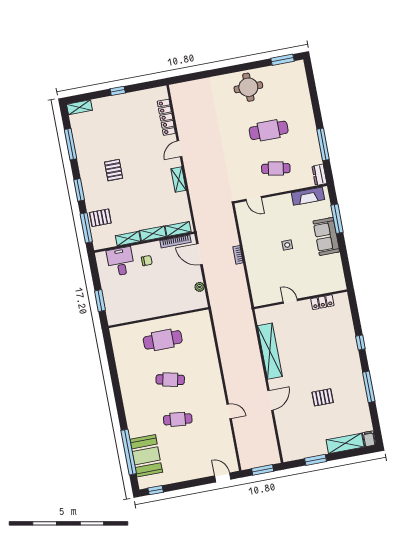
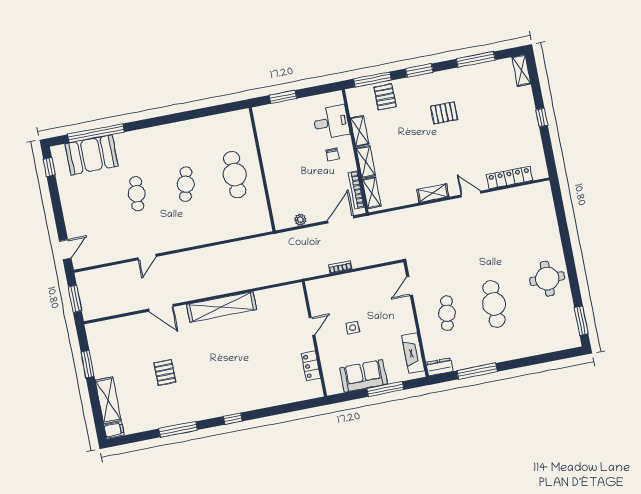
wall: (301, 299) -> (314, 339), moved
door: (290, 301) -> (312, 326), moved
locker: (322, 302) -> (311, 366), moved

